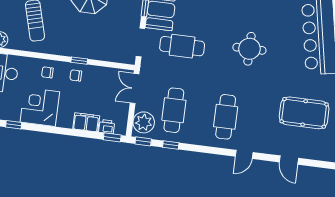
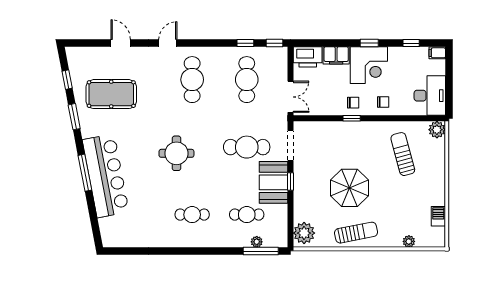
corner desk: (40, 107) -> (369, 65), moved
plant: (144, 122) -> (276, 63), removed
printer: (107, 127) -> (308, 57), width x1.87, depth x1.48
window: (112, 137) -> (369, 43), moved

